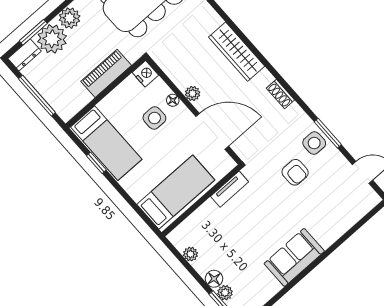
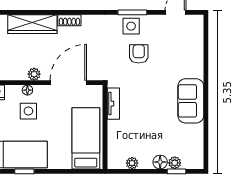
shoe rack: (280, 94) -> (69, 20), moved
armchair: (295, 172) -> (139, 54), turned -90

